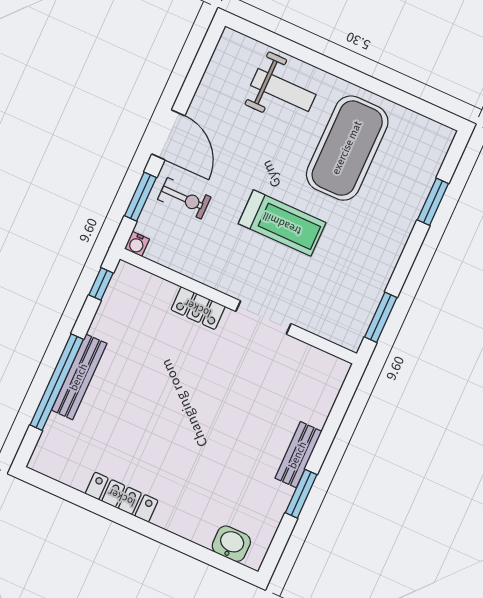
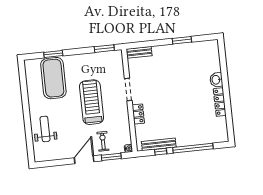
exercise mat: (347, 148) -> (53, 78), moved, turned 90
treadmill: (282, 223) -> (92, 102), width x1.37, depth x1.38
window: (101, 284) -> (161, 152), moved
bench: (79, 377) -> (159, 144), moved
bench: (298, 455) -> (139, 52), moved
washbasin: (231, 544) -> (216, 80), moved

